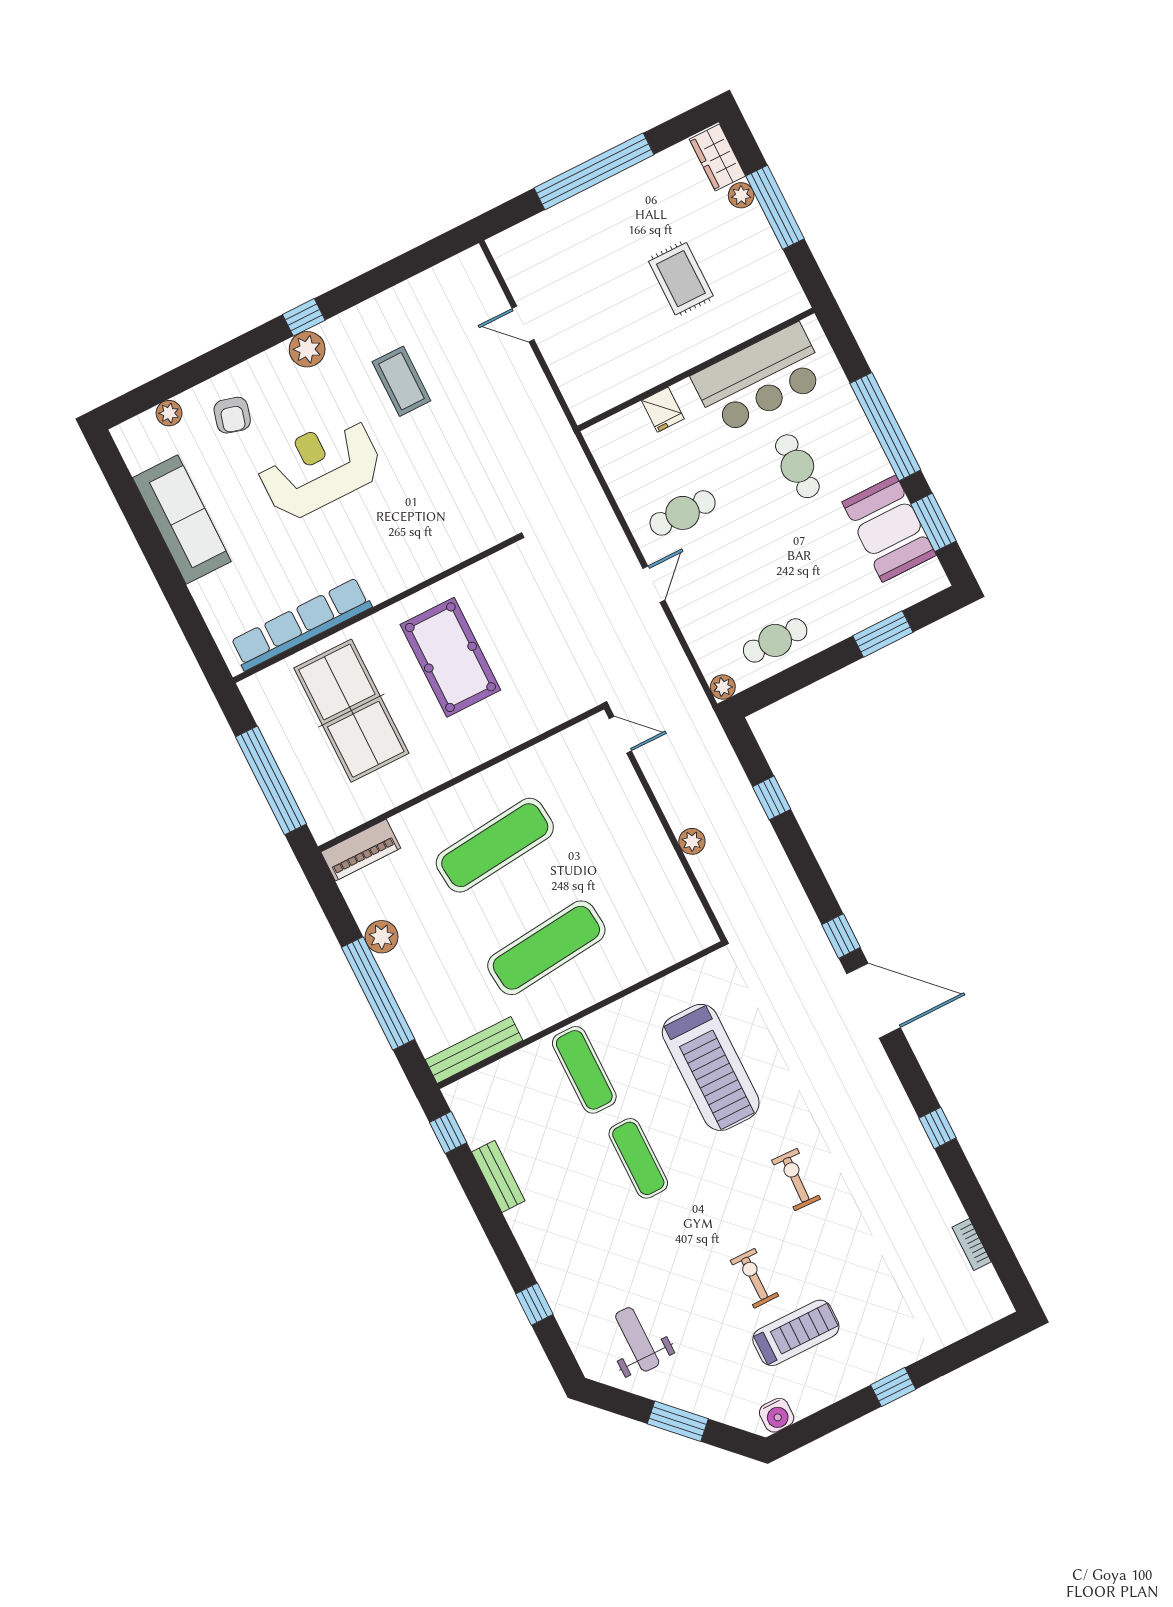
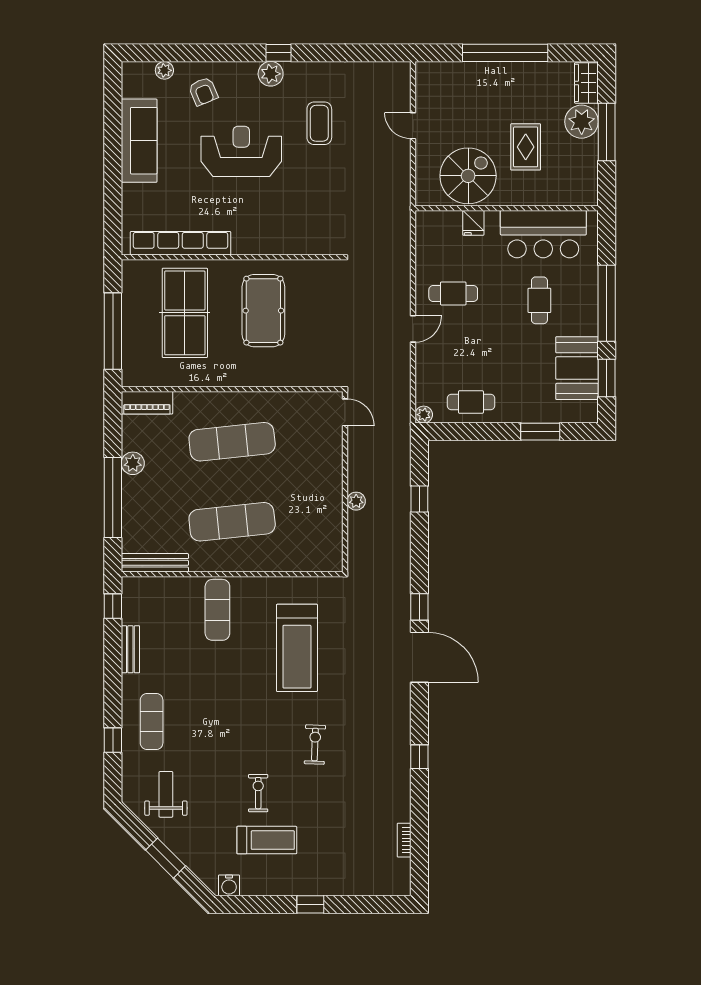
plant: (741, 195) -> (582, 122), width x1.87, depth x1.87
spiral stairs: (626, 353) -> (468, 176), added
armchair: (232, 415) -> (203, 91), turned -38
exercise mat: (638, 1158) -> (152, 722), moved

